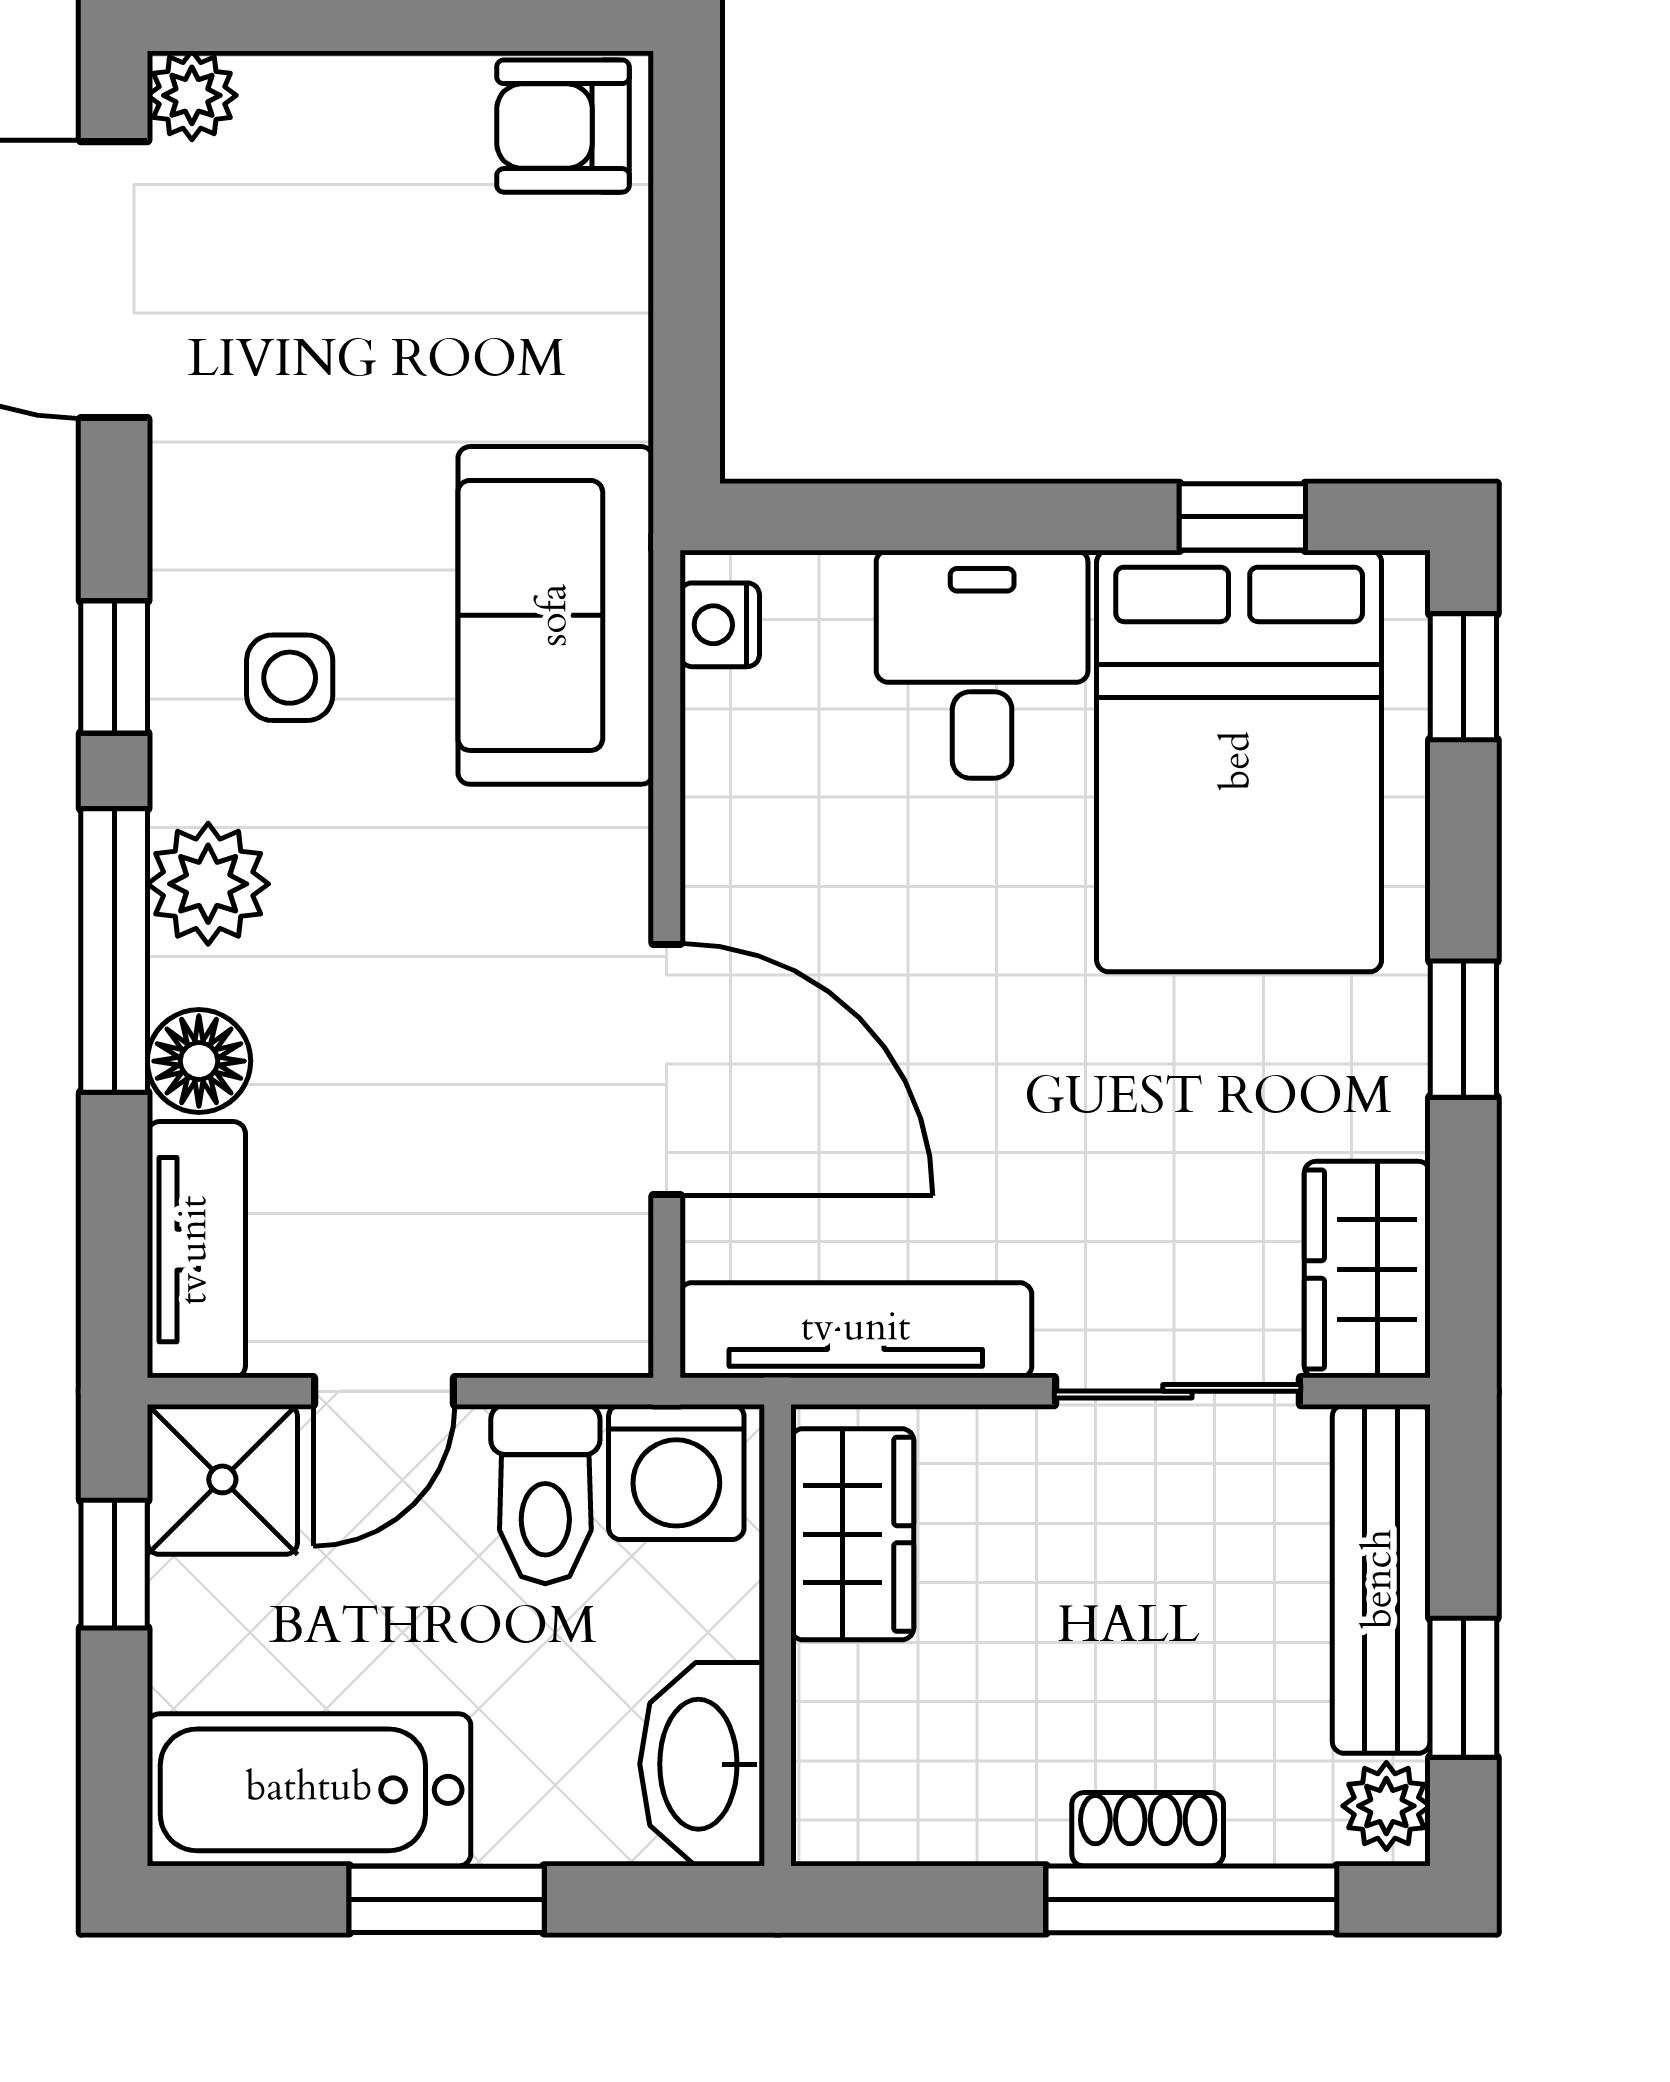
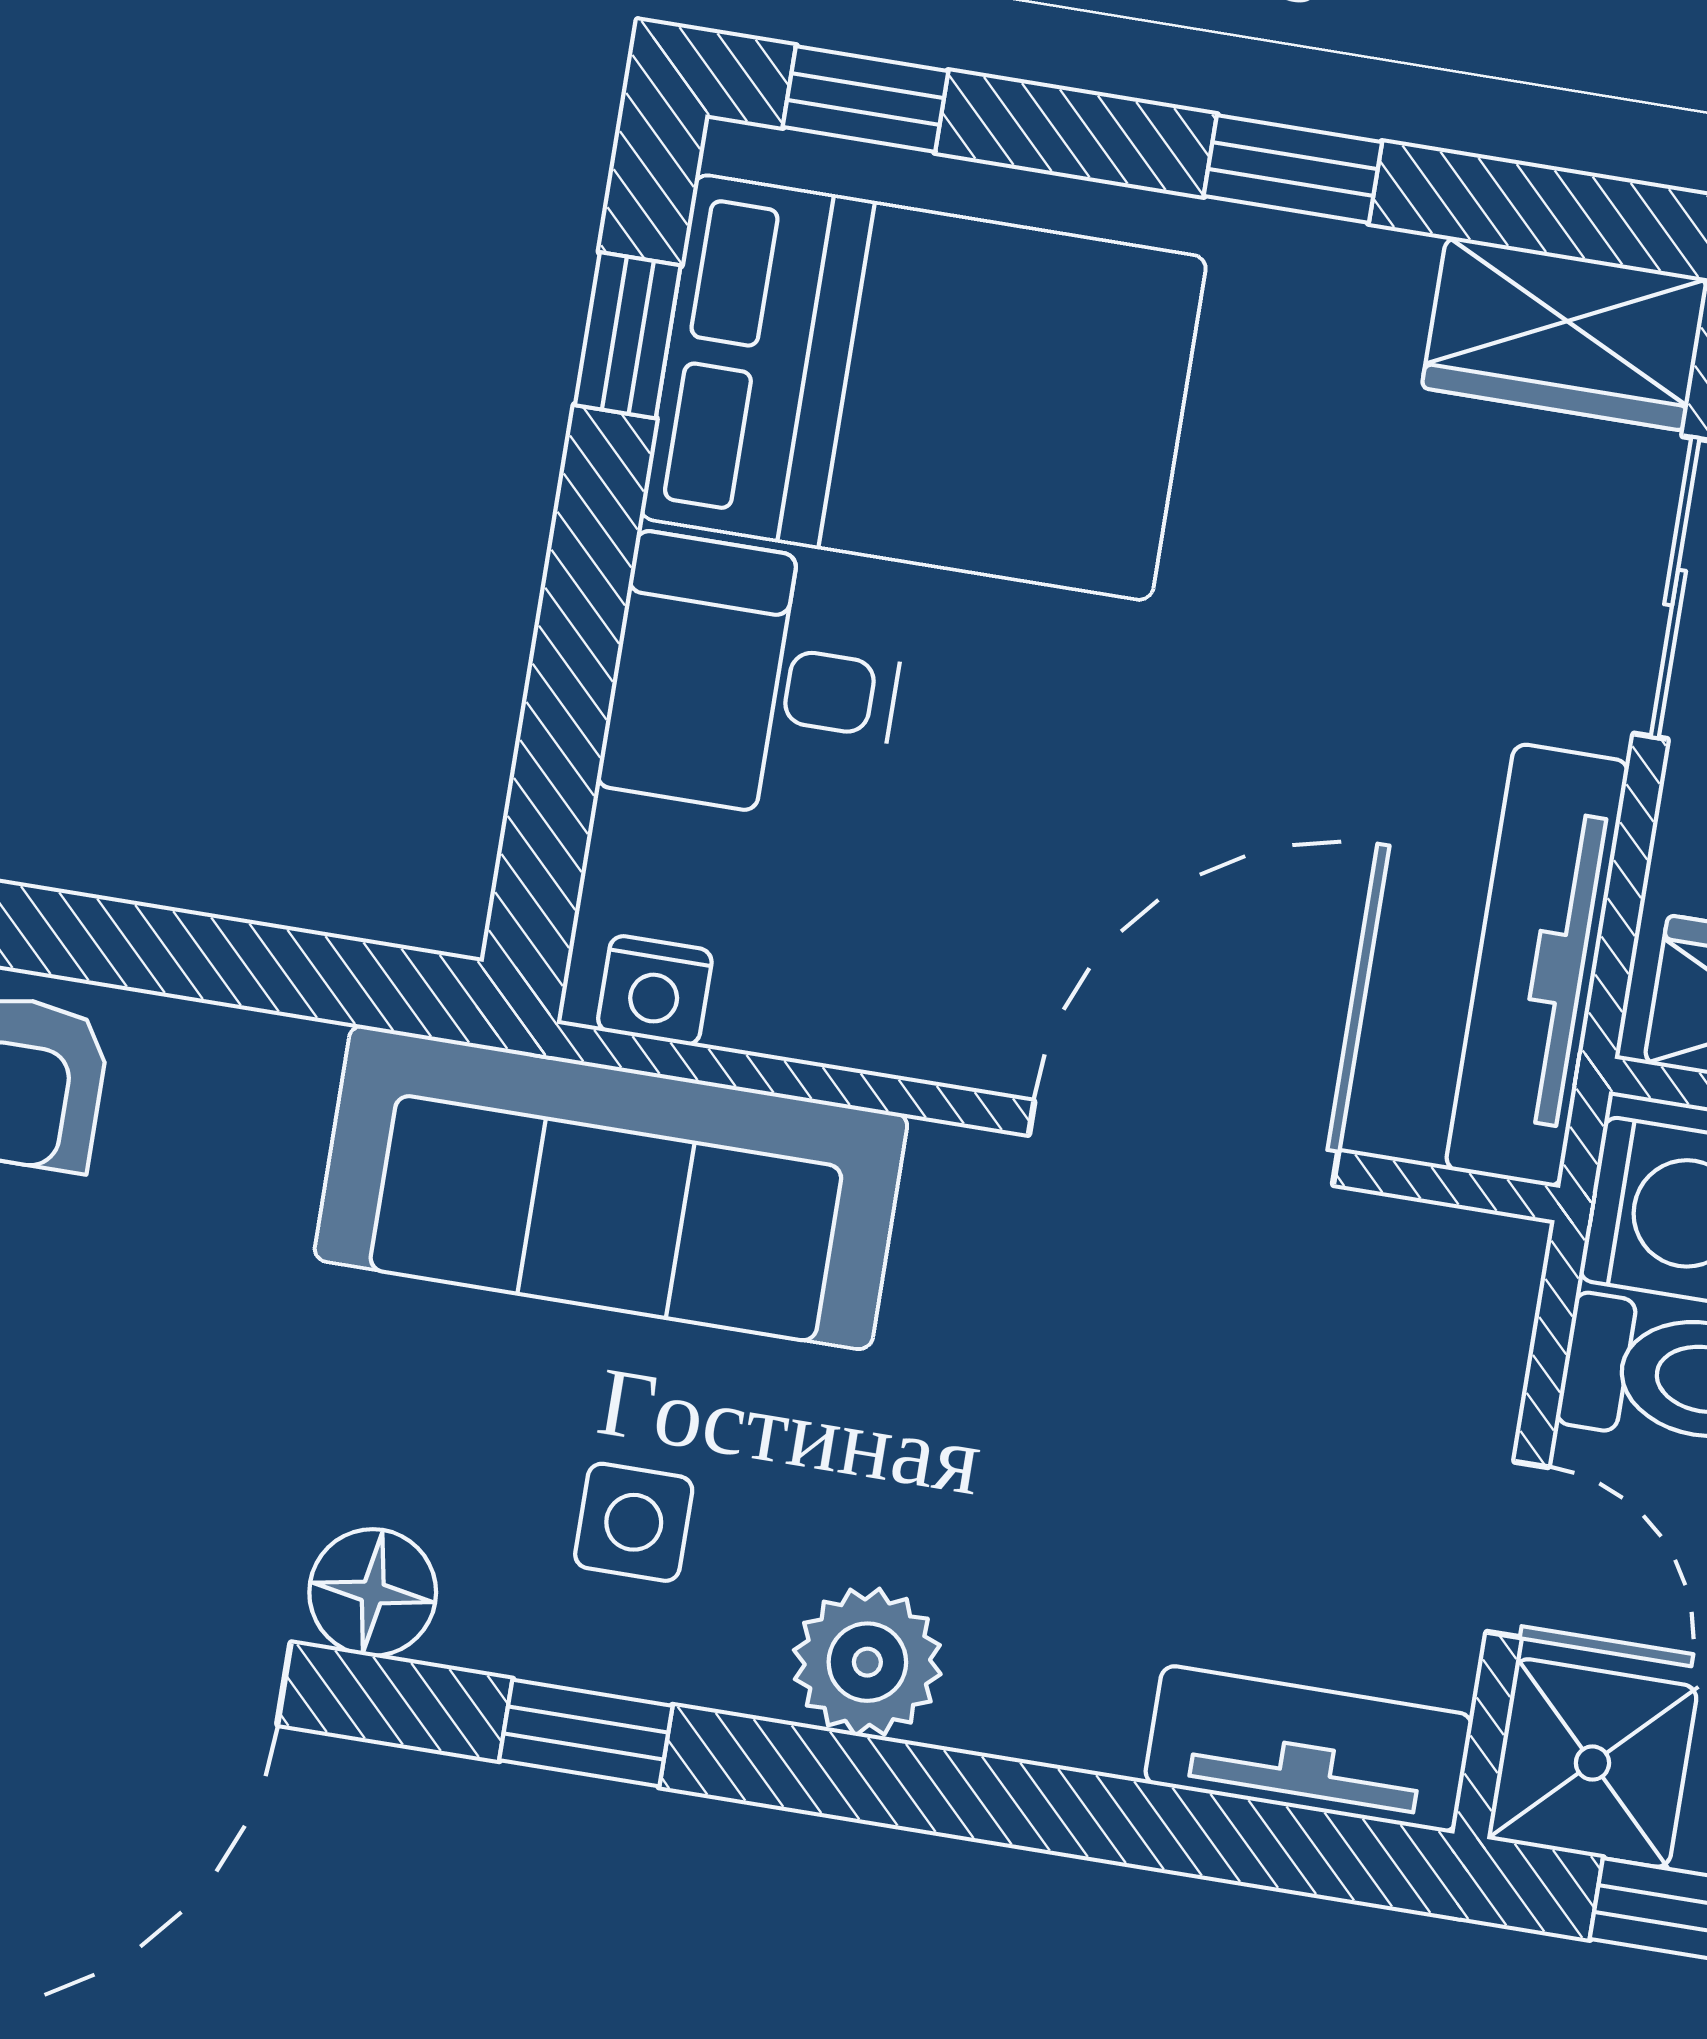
sofa: (556, 615) -> (611, 1187), width x1.36
window: (114, 951) -> (930, 1789), removed
floor lamp: (199, 1061) -> (373, 1592), moved

